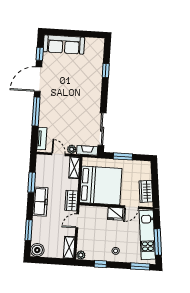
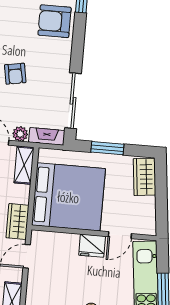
armchair: (90, 83) -> (55, 21), added
armchair: (68, 114) -> (15, 74), added
wardrobe: (146, 191) -> (144, 177), moved

